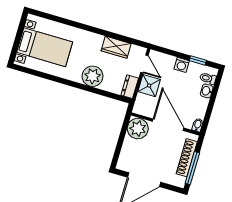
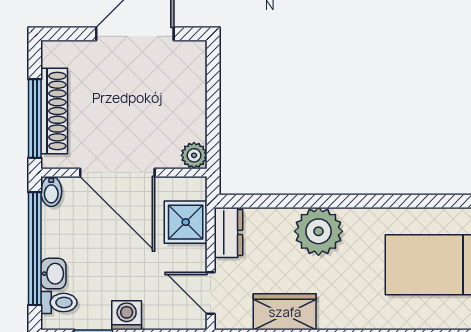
shower: (149, 86) -> (186, 222), moved
window: (211, 103) -> (35, 249), added
plant: (138, 129) -> (194, 155), width x0.53, depth x0.53
window: (192, 168) -> (35, 119), moved

